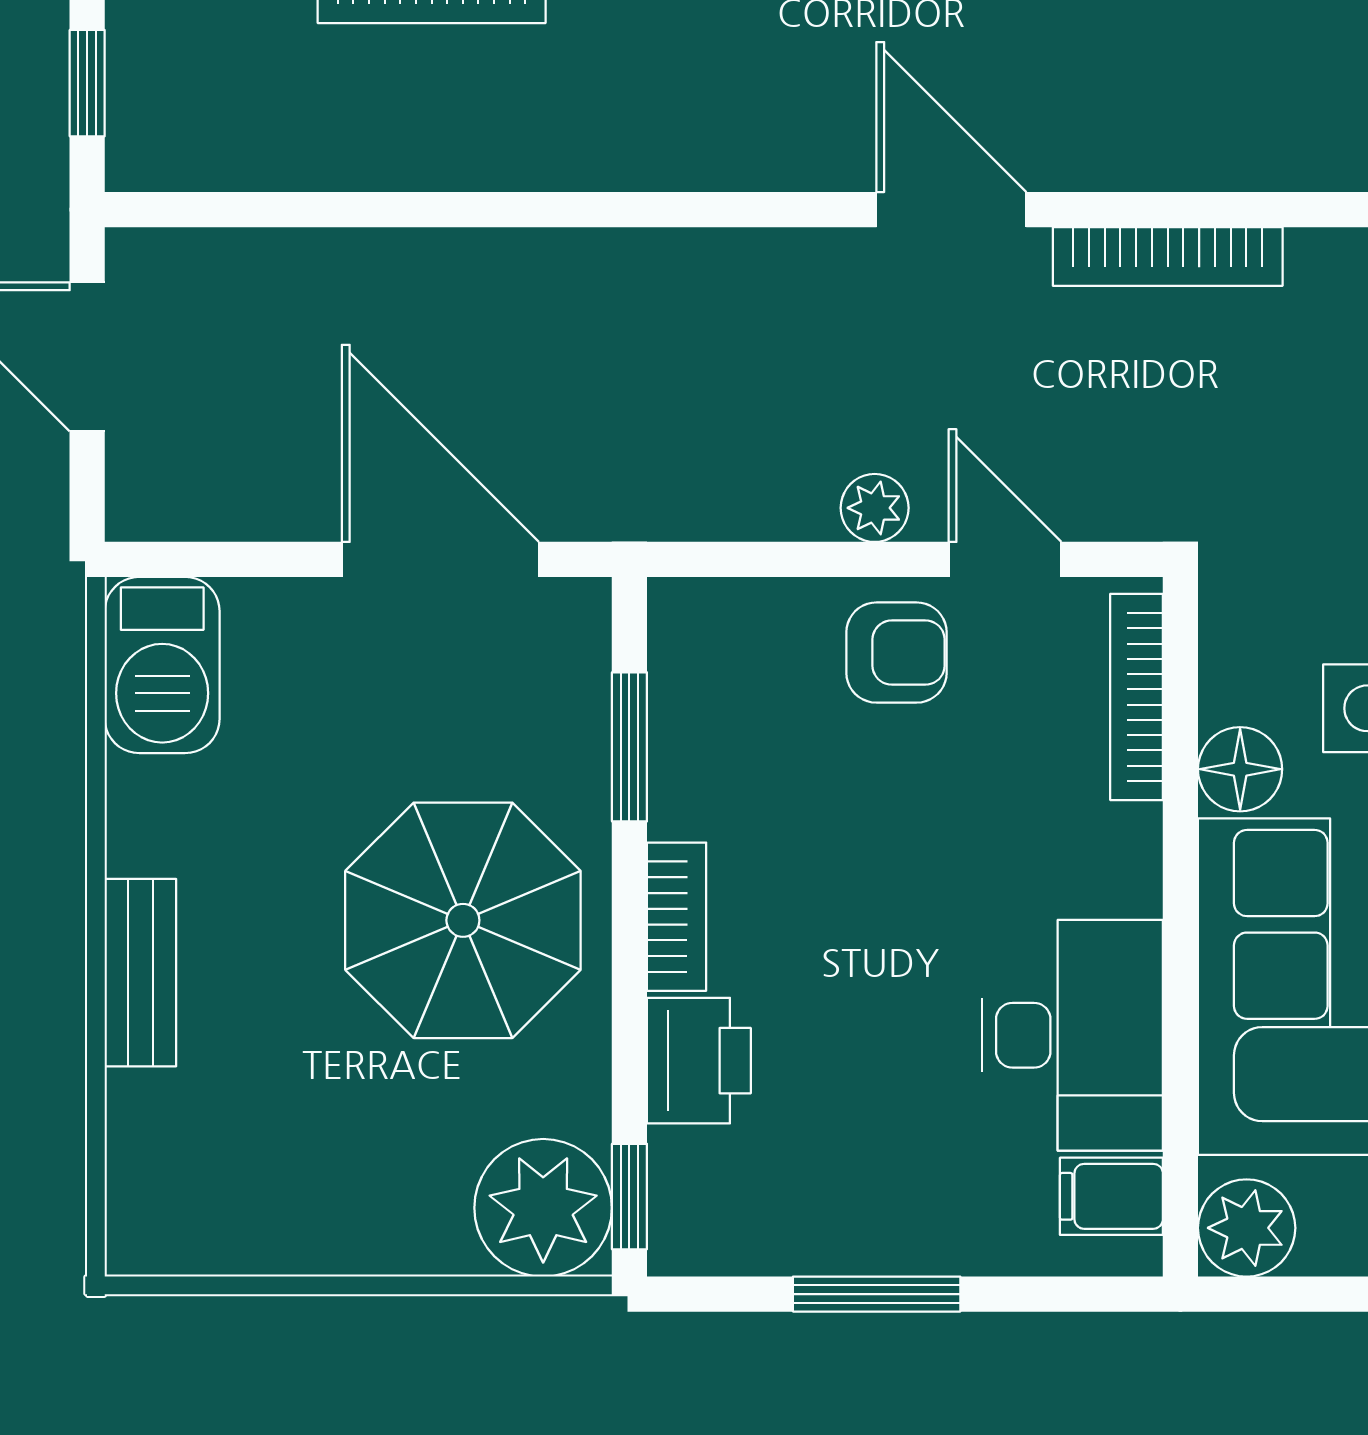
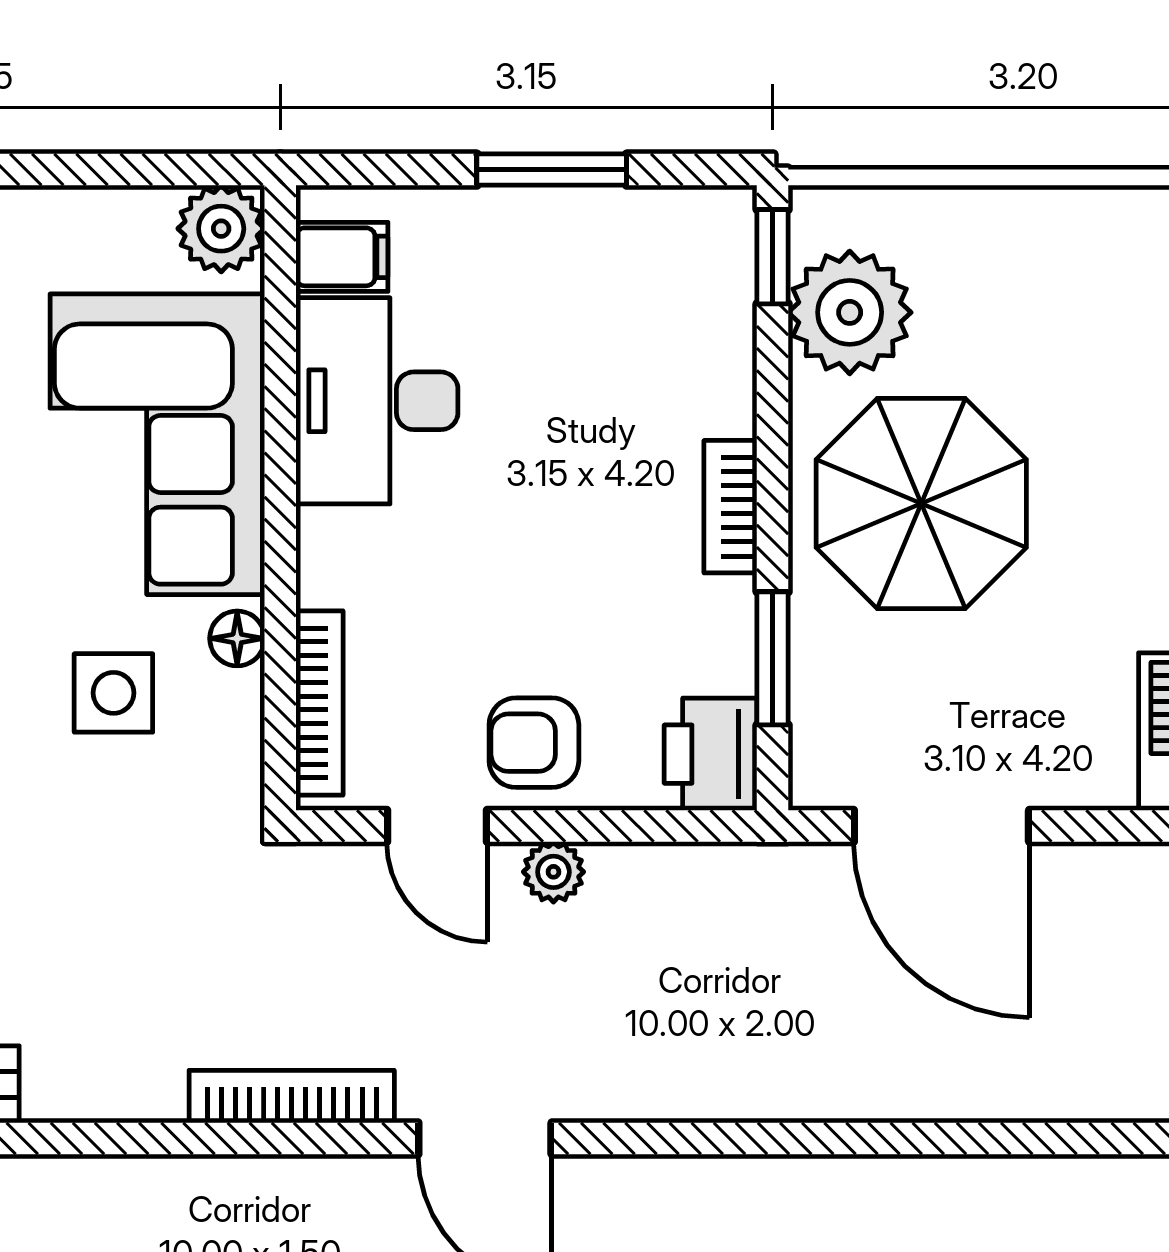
floor lamp: (1240, 769) -> (237, 638), width x0.73, depth x0.73
printer: (699, 1061) -> (711, 754), moved
plant: (543, 1208) -> (850, 312), moved

